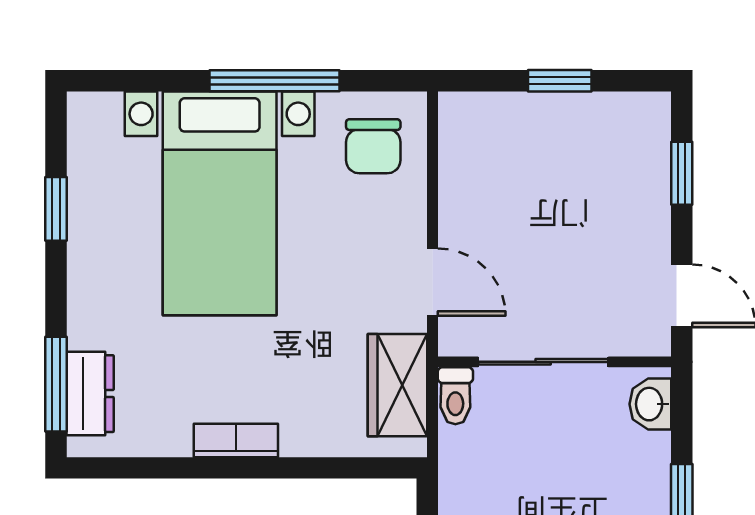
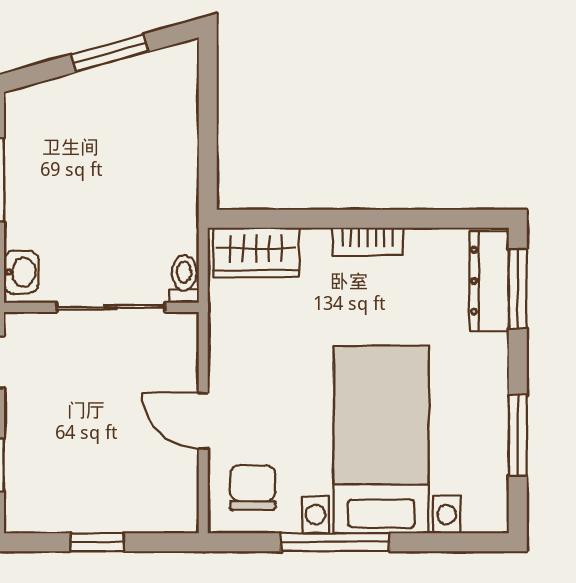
window: (56, 209) -> (518, 435), width x1.50
door: (432, 282) -> (203, 421), moved
wardrobe: (397, 385) -> (256, 252), moved, turned 90
dresser: (90, 394) -> (489, 281), width x1.44

